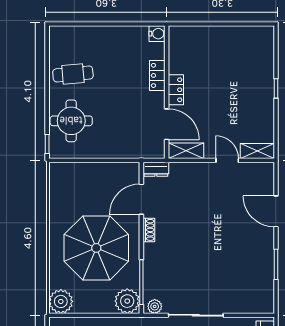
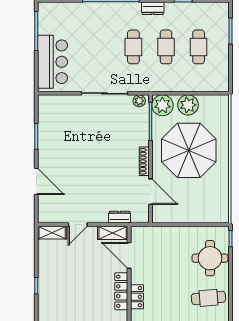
locker: (176, 90) -> (121, 291), width x1.53
door: (227, 160) -> (78, 225), hinge flipped
dresser: (156, 169) -> (120, 217), moved
door: (141, 199) -> (150, 192), hinge flipped
shoe rack: (149, 230) -> (144, 161), width x1.43
plant: (61, 301) -> (188, 105), moved

